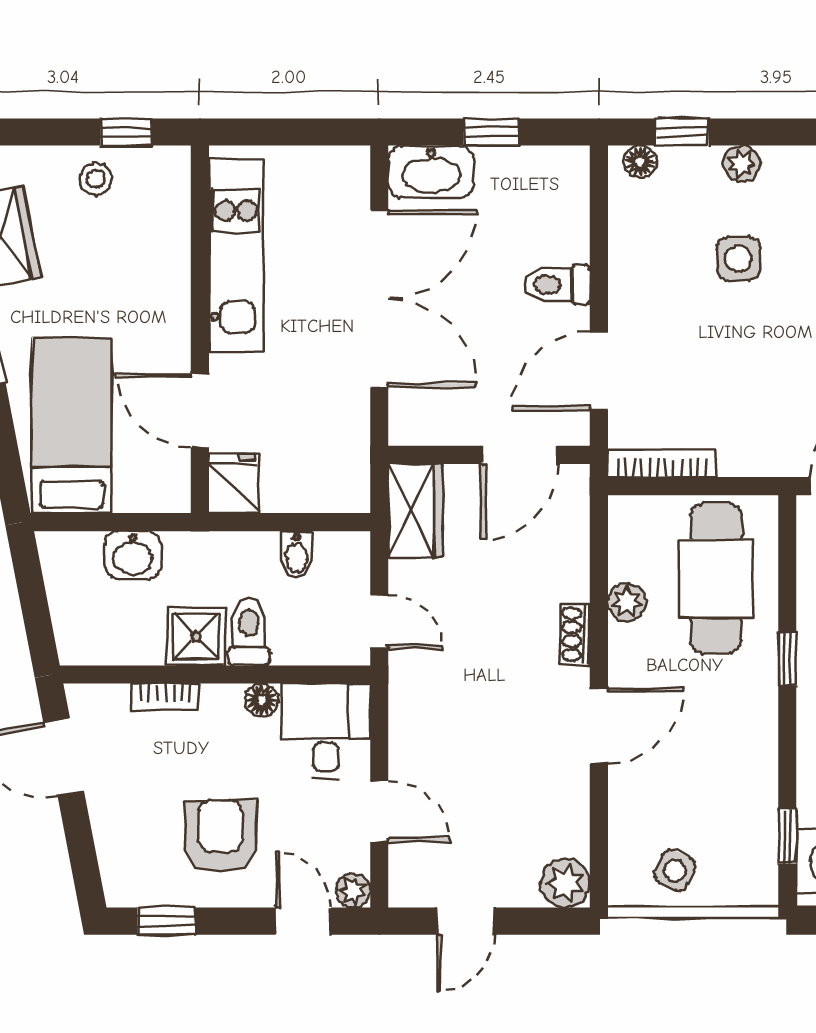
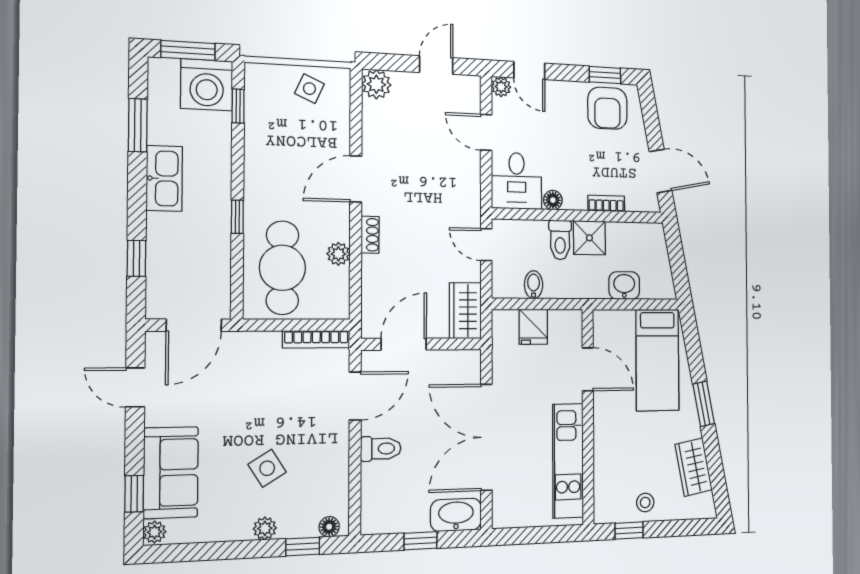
side table: (739, 259) -> (267, 468), turned -32
fridge: (234, 483) -> (533, 327), moved
armchair: (220, 836) -> (607, 108), moved

